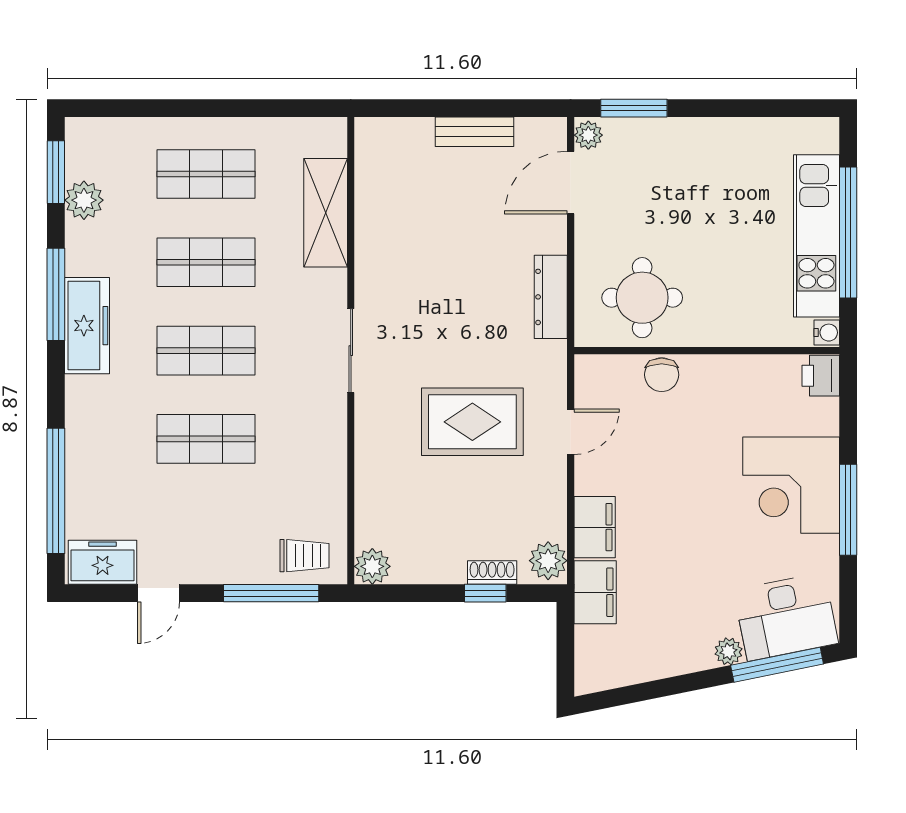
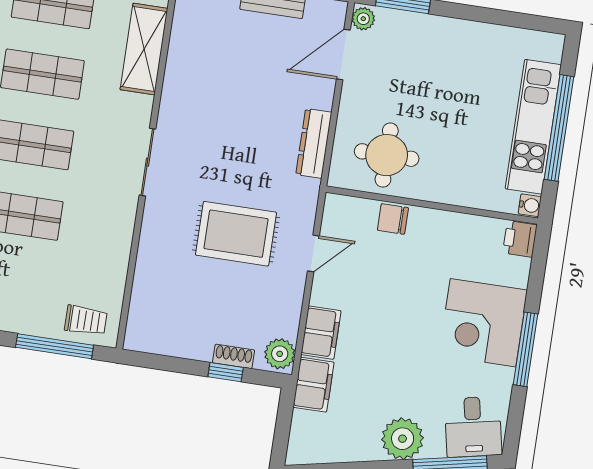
chair: (662, 375) -> (393, 219), turned 90
plant: (372, 566) -> (139, 337), removed
desk: (786, 617) -> (473, 427), width x0.73
plant: (728, 651) -> (403, 439), width x1.88, depth x1.88

